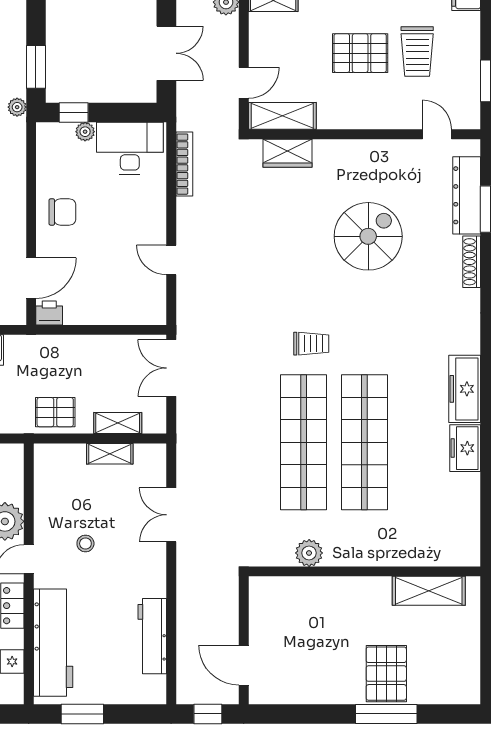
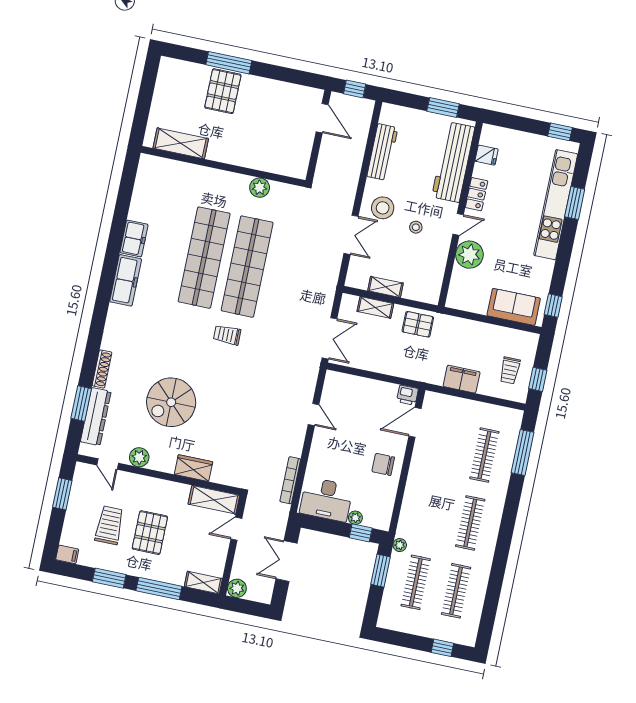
pallet: (360, 53) -> (150, 533), turned 90
plant: (396, 152) -> (139, 457), added
wardrobe: (287, 153) -> (193, 468), moved
stool: (136, 560) -> (383, 208), added

